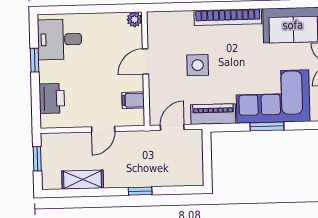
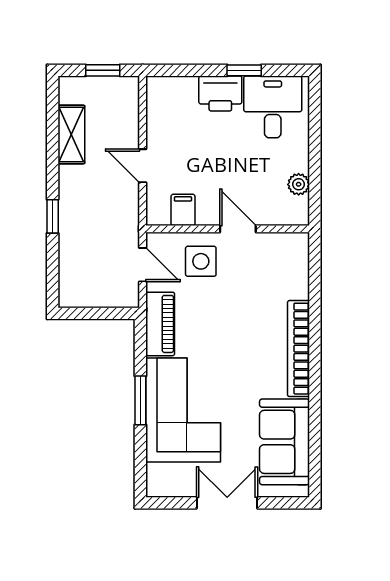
plant: (134, 19) -> (299, 184), moved
side table: (198, 65) -> (201, 261), moved
printer: (52, 98) -> (220, 93), moved

